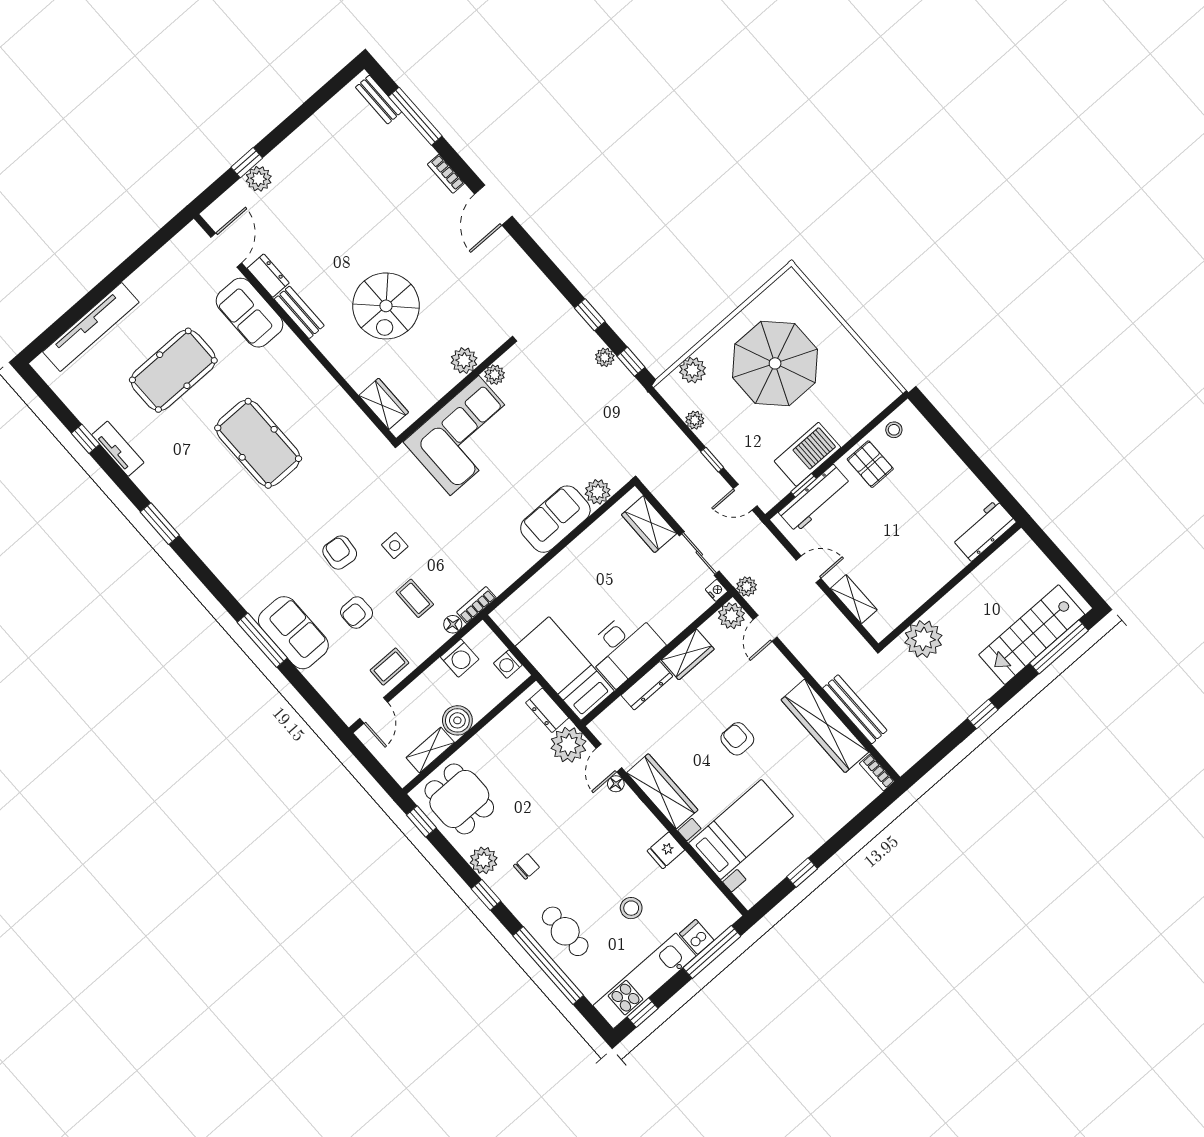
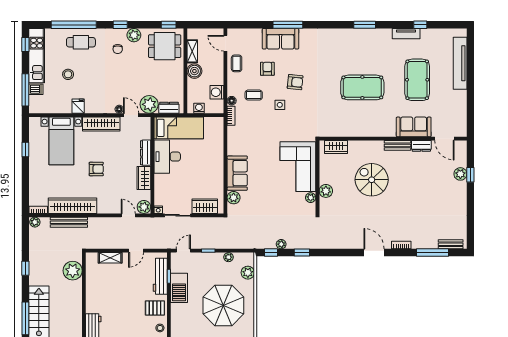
plant: (747, 587) -> (35, 222), moved

